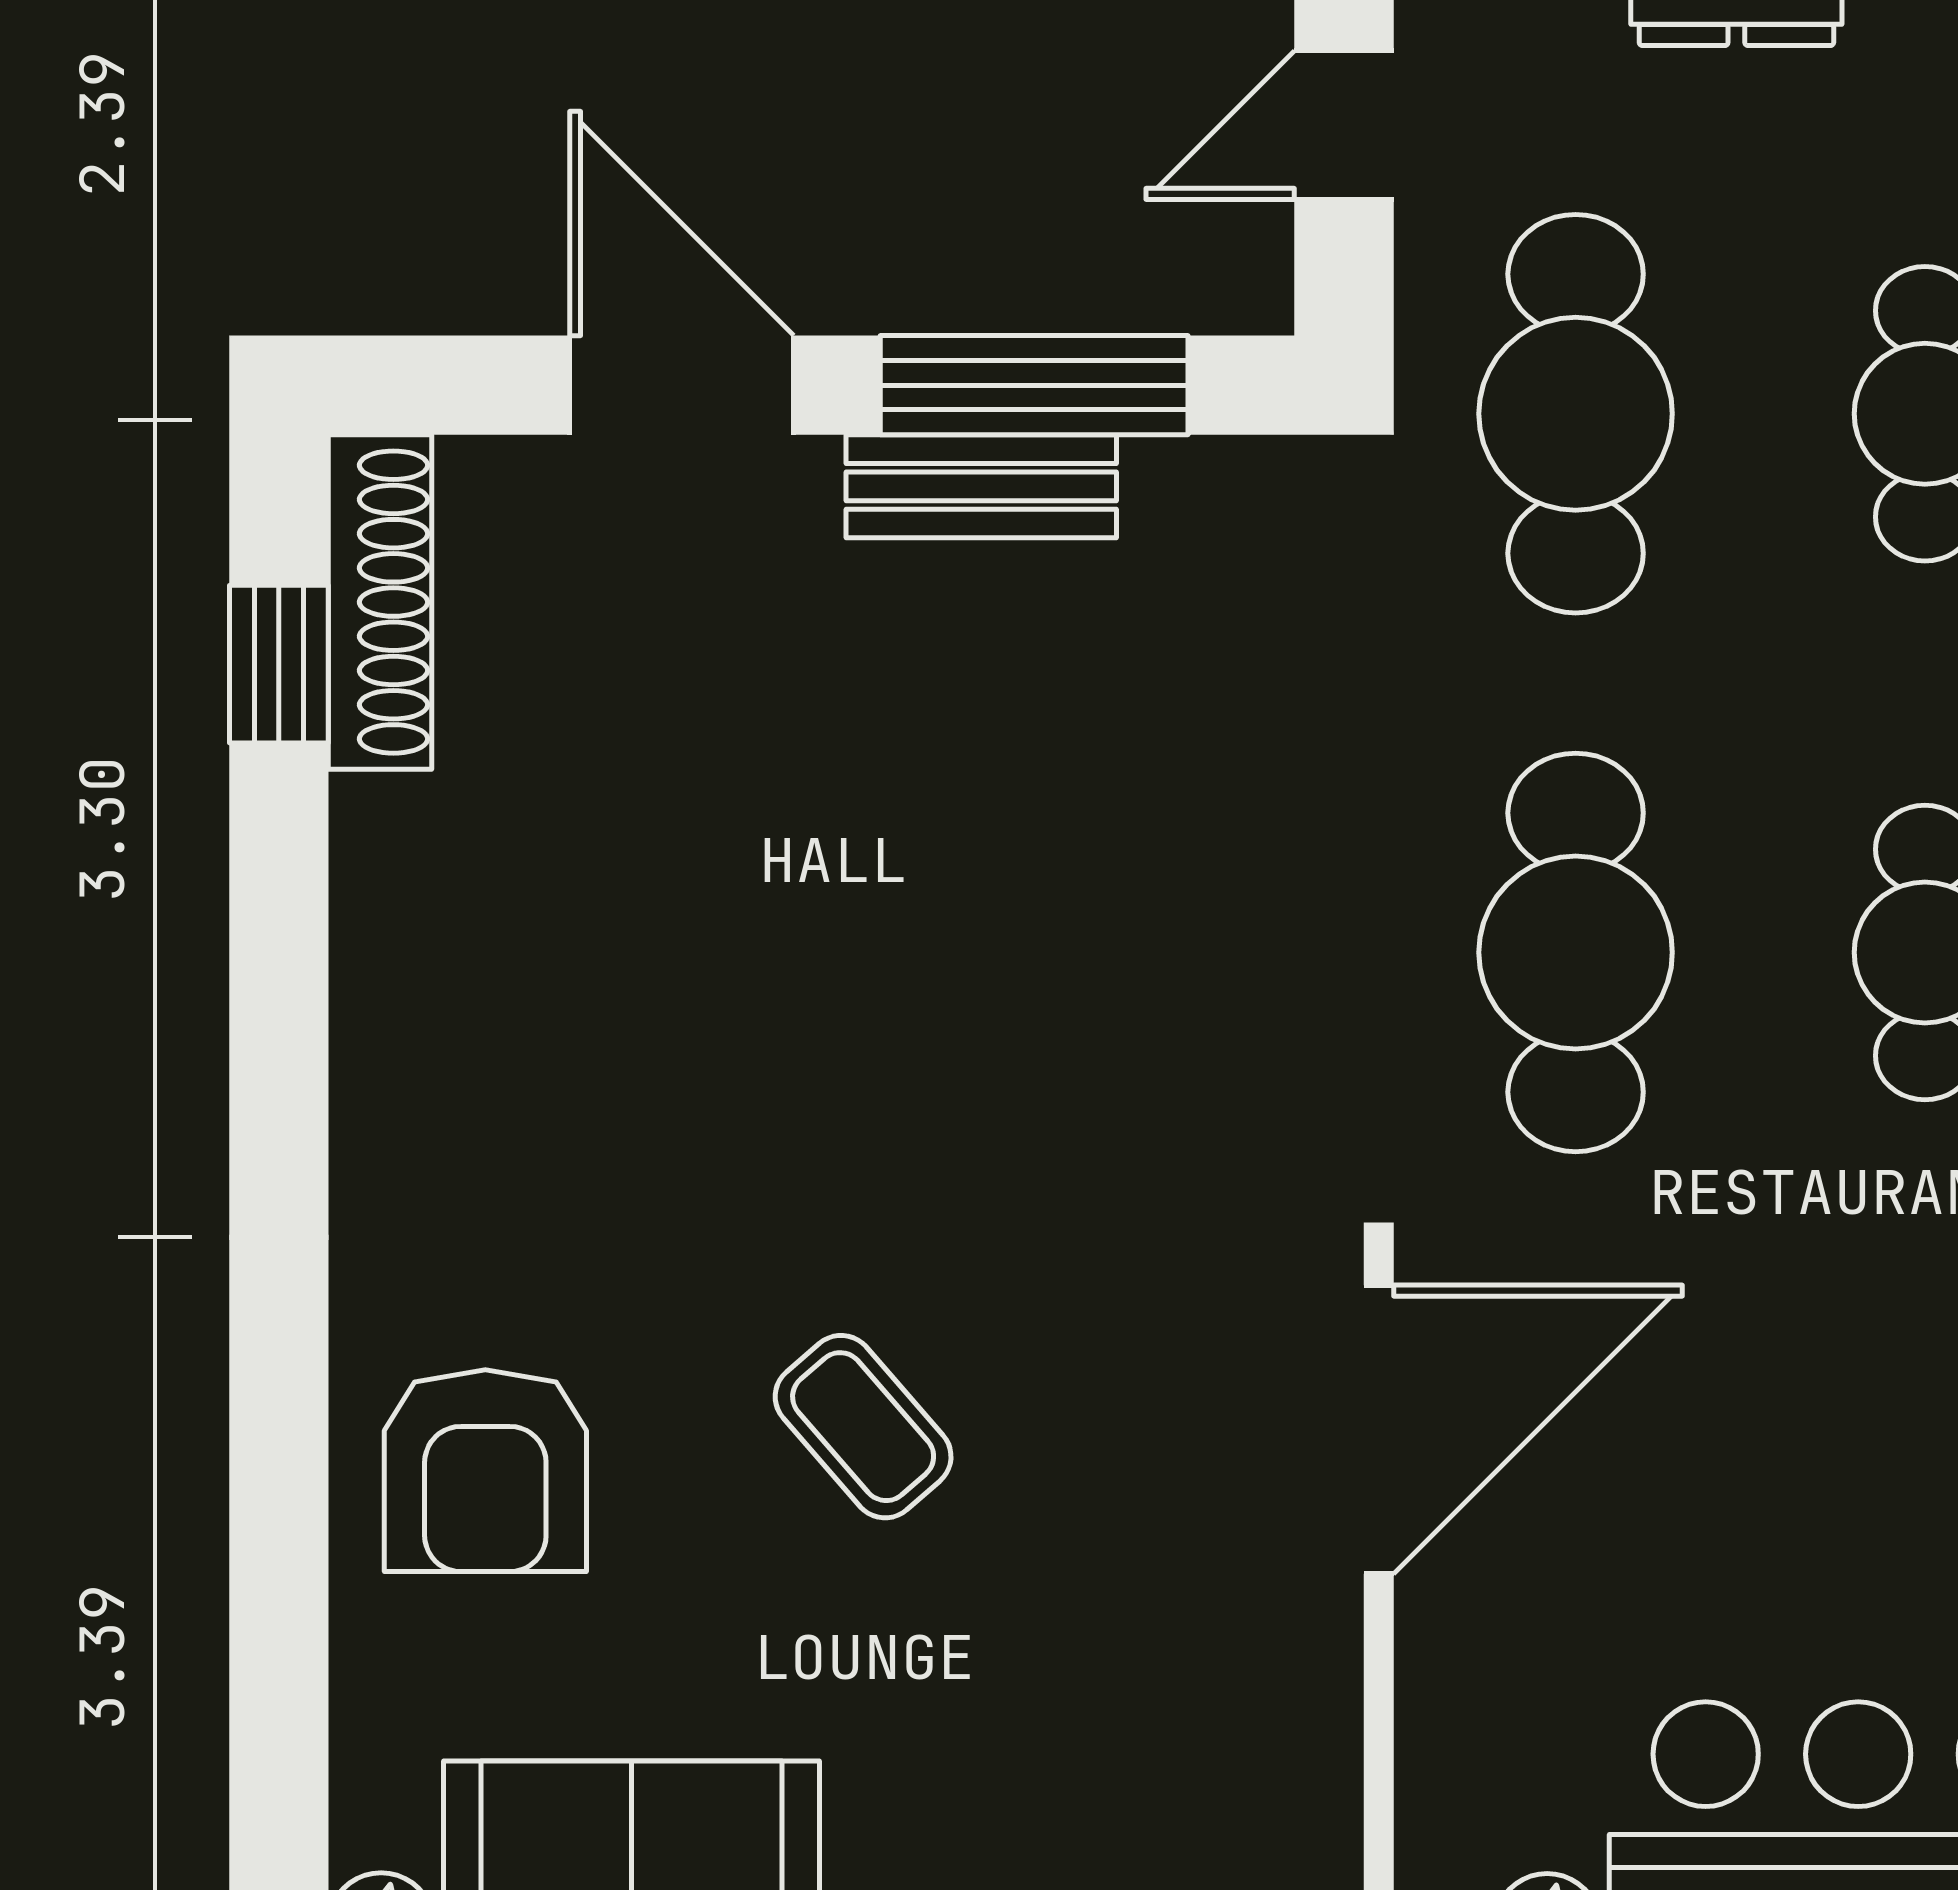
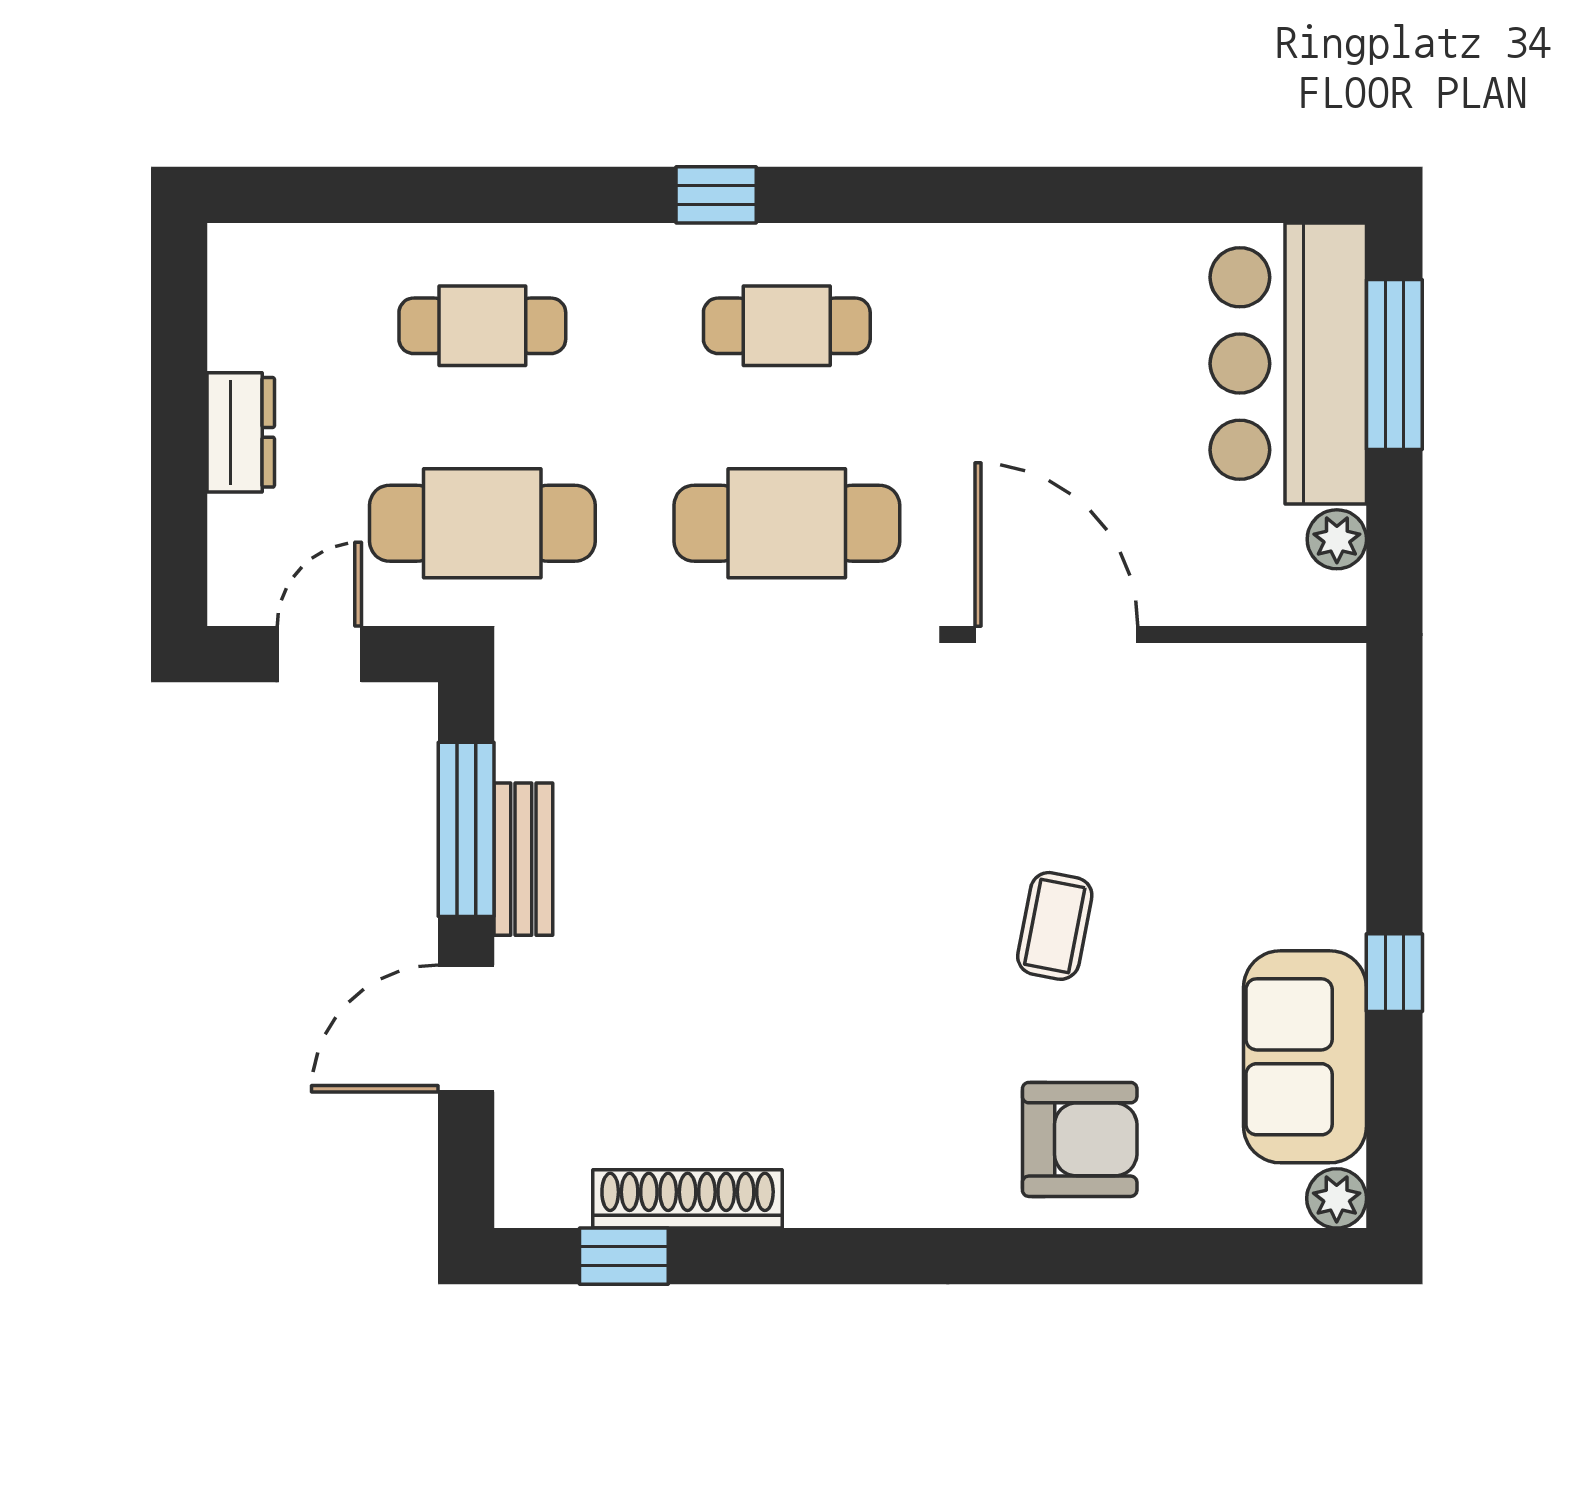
door: (1344, 125) -> (319, 654), swing flipped
shoe rack: (380, 602) -> (688, 1199), moved
coffee table: (863, 1427) -> (1055, 926), turned -38

